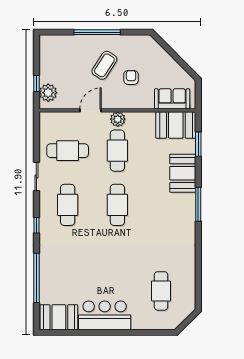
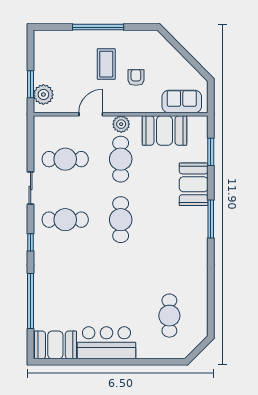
coffee table: (104, 65) -> (106, 64), turned -33
window: (36, 83) -> (31, 84), width x1.50
booth: (176, 125) -> (164, 131), moved
cafe table: (68, 205) -> (65, 220), turned 90

